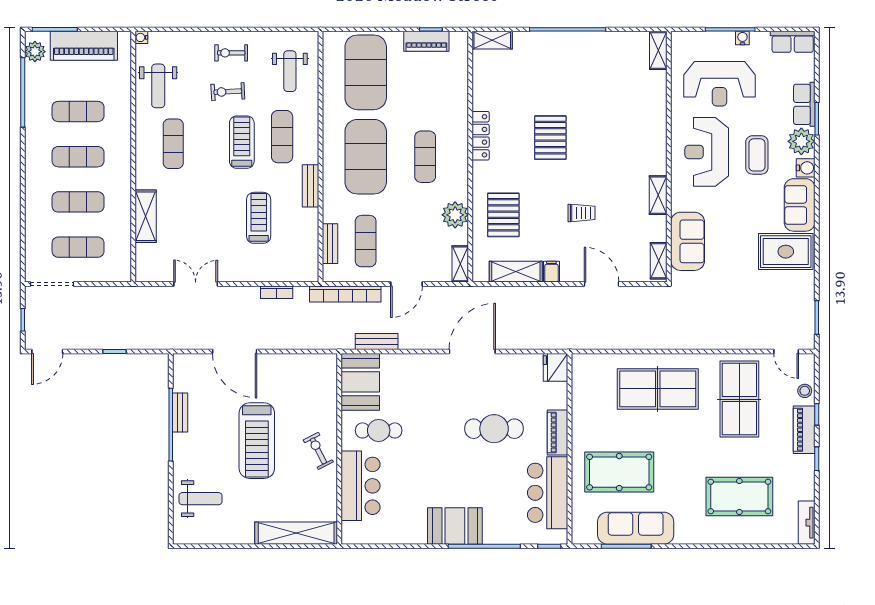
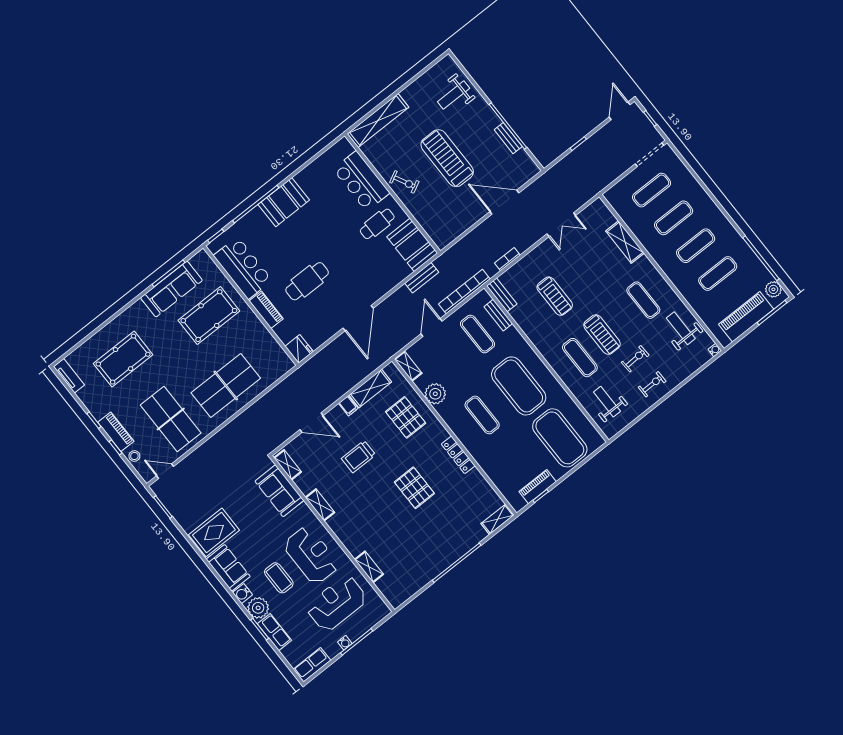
shelving: (658, 50) -> (369, 567), moved
bench: (311, 186) -> (502, 295), moved
trolley: (582, 213) -> (358, 457), width x1.36, depth x1.39

